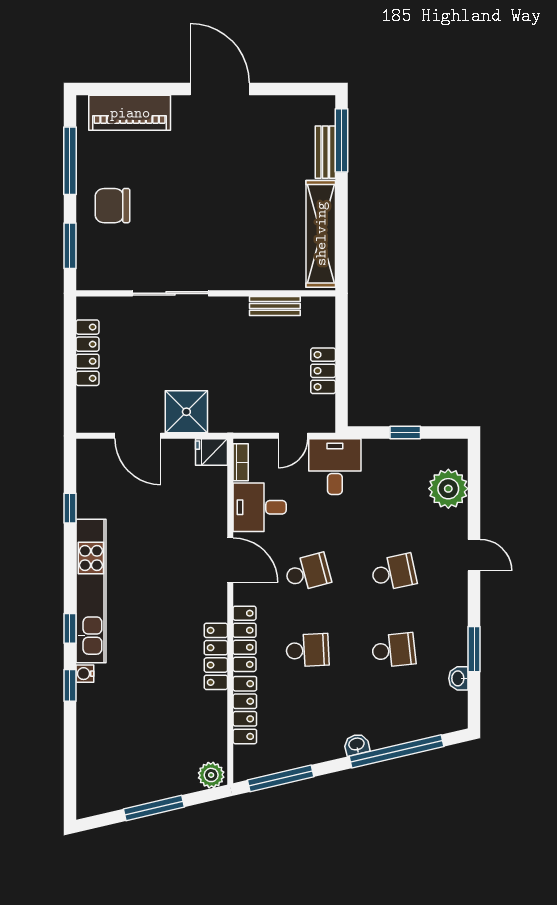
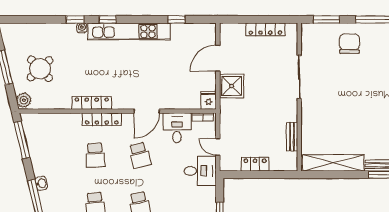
locker: (245, 710) -> (61, 119), removed
round table: (156, 747) -> (40, 69), added

